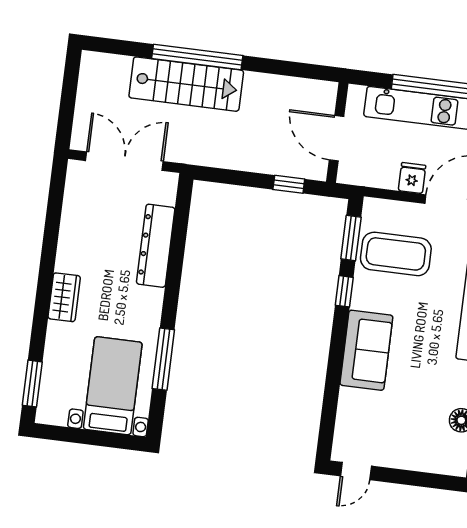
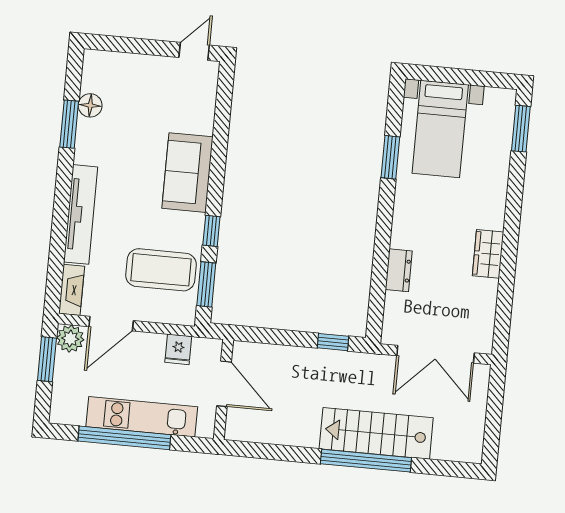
fridge: (412, 178) -> (178, 349), moved
window: (289, 184) -> (333, 342), moved
dresser: (156, 246) -> (399, 270), width x0.51, depth x0.80
wardrobe: (64, 297) -> (488, 254), moved
window: (163, 359) -> (390, 157), width x0.69

